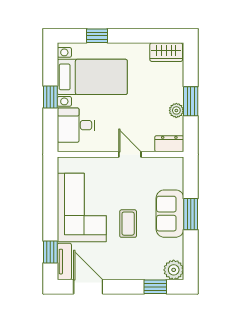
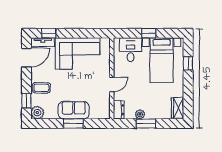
coffee table: (128, 224) -> (41, 88), moved

